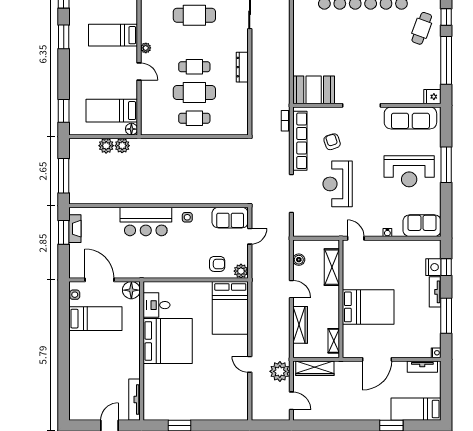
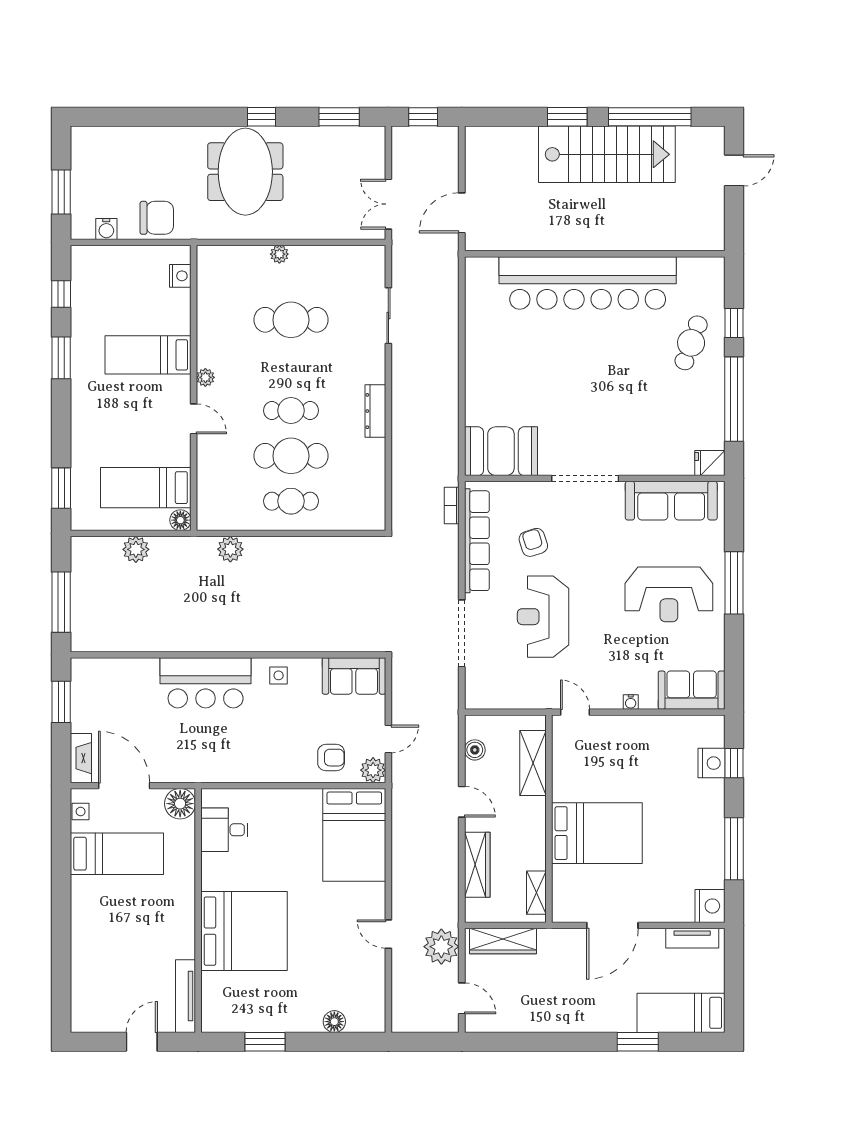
plant: (122, 146) -> (230, 549), moved
fireplace: (75, 229) -> (81, 758), moved
door: (250, 236) -> (388, 739), moved
tv unit: (435, 292) -> (715, 807), removed
bed: (168, 341) -> (244, 931), moved
nightstand: (436, 353) -> (710, 906), width x1.89, depth x1.79
floor lamp: (219, 414) -> (334, 1022), added

